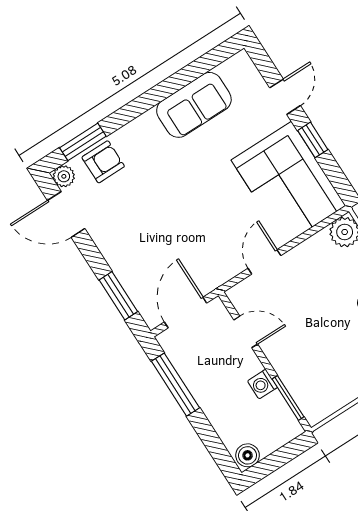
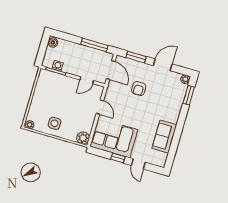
armchair: (103, 162) -> (139, 89), moved
door: (66, 214) -> (163, 65), moved
washing machine: (262, 384) -> (58, 66), moved

